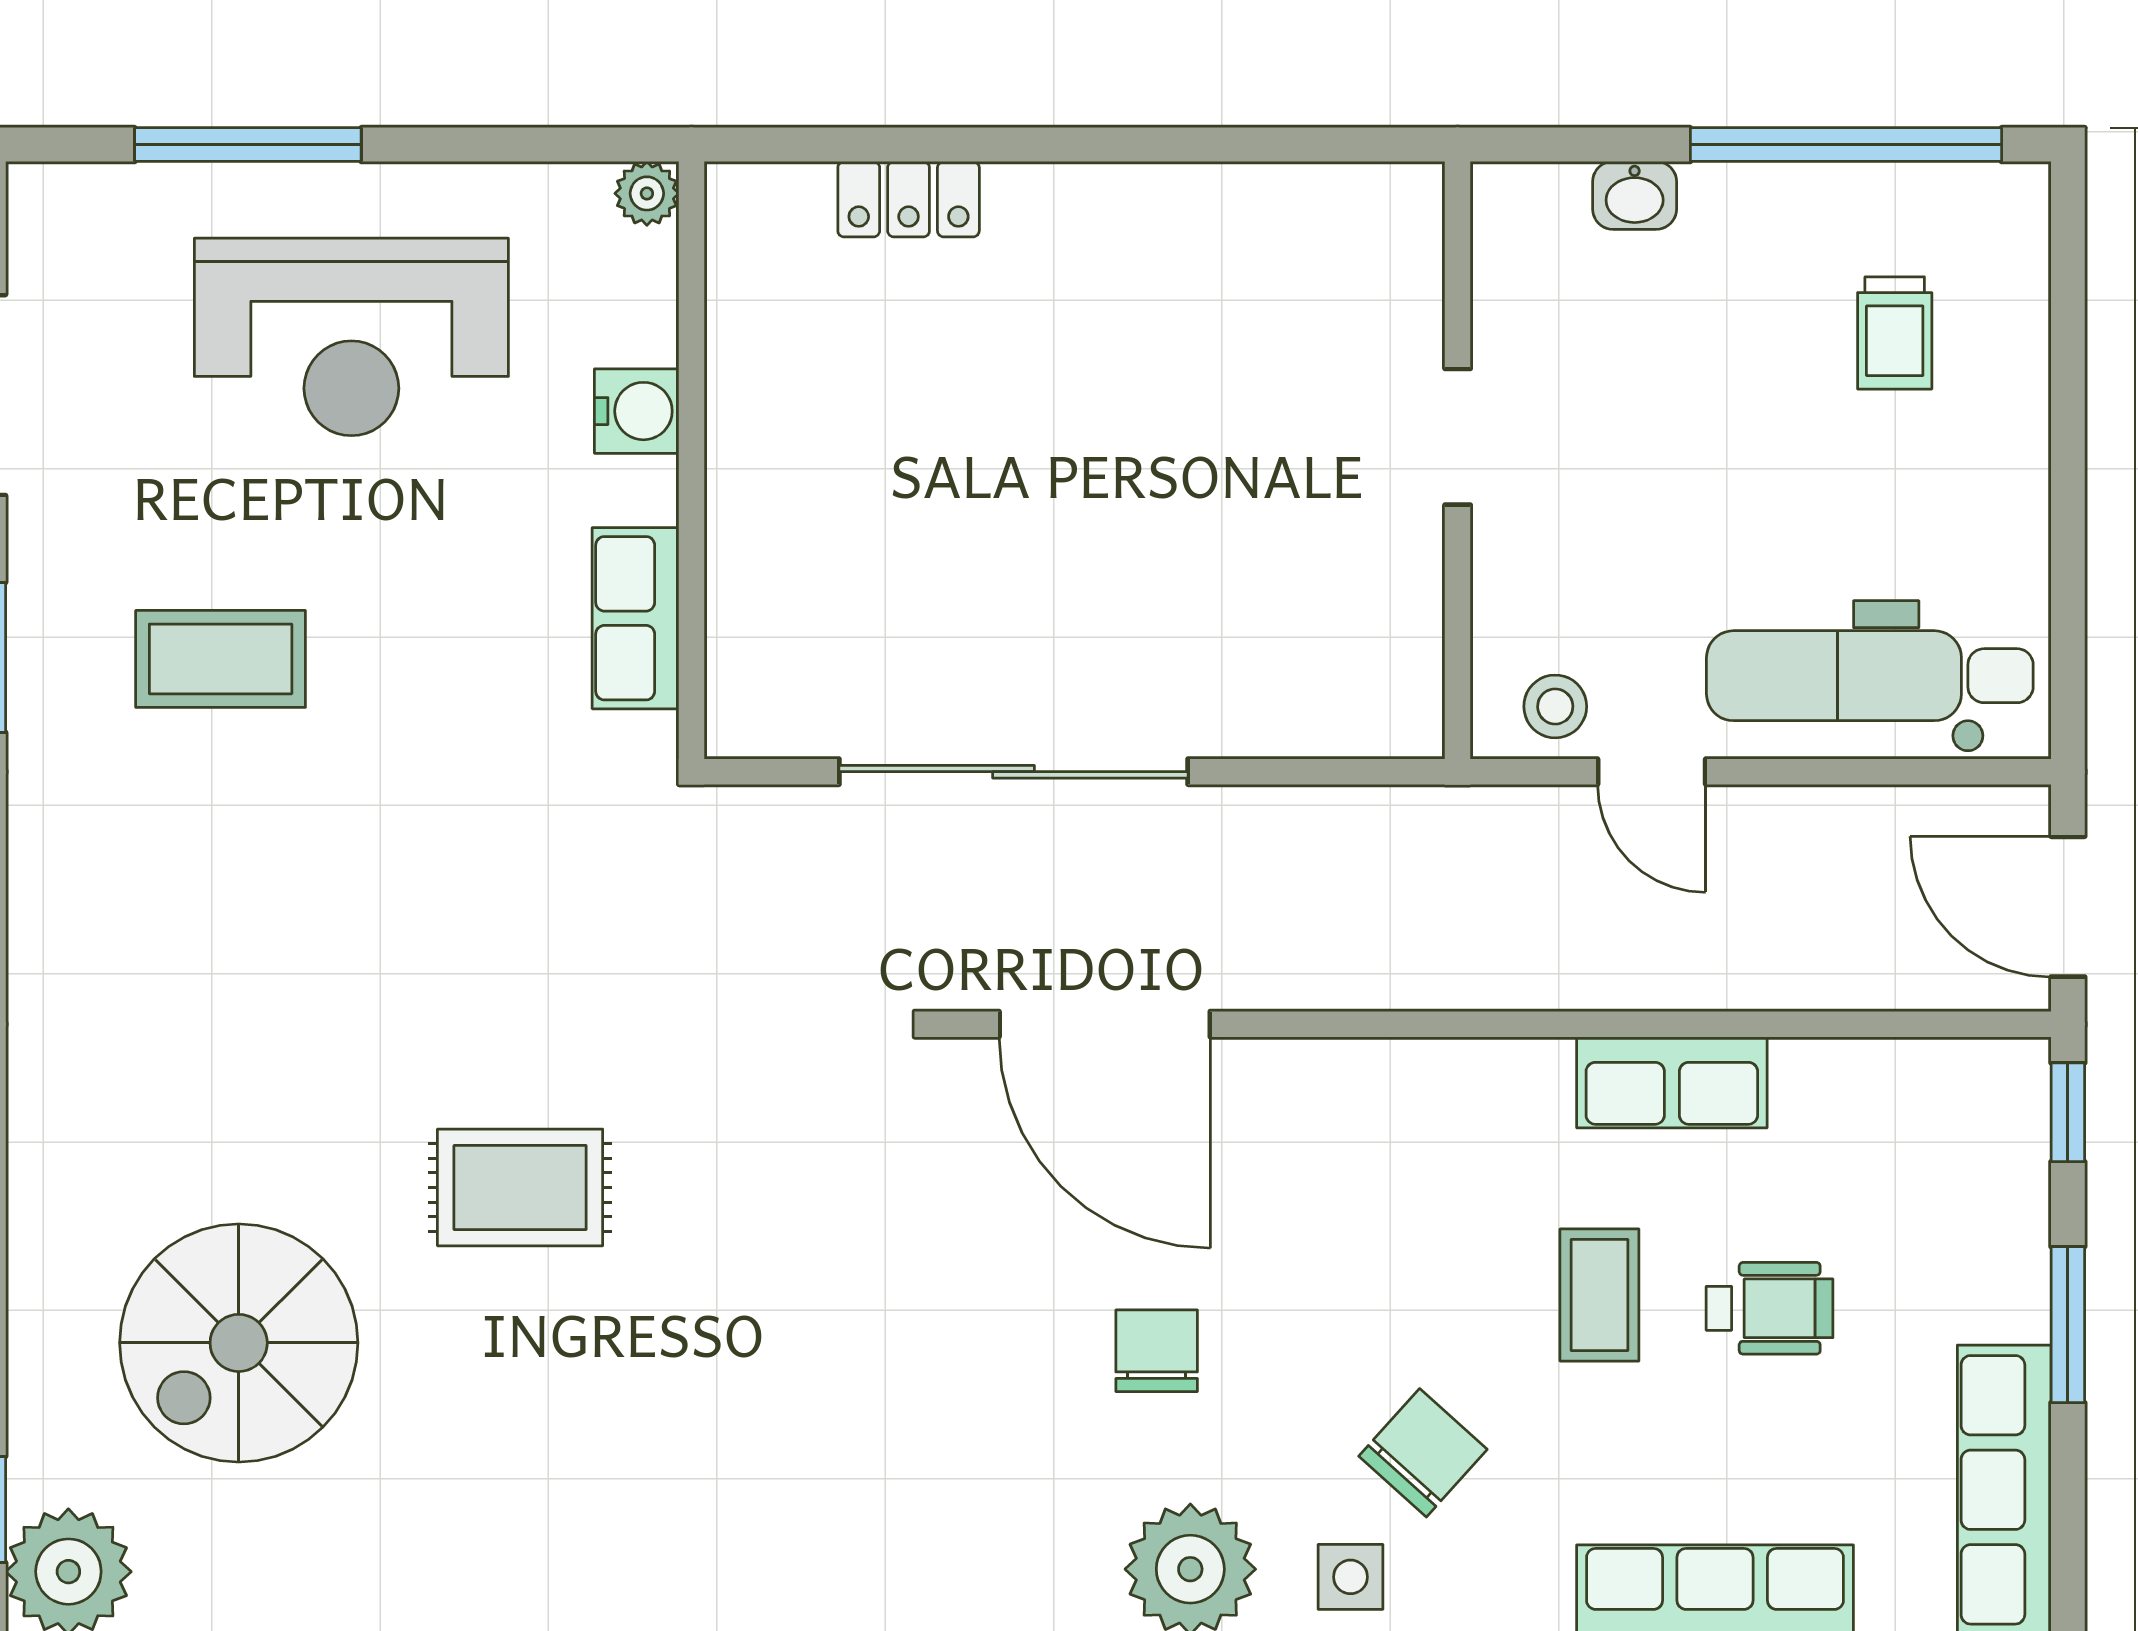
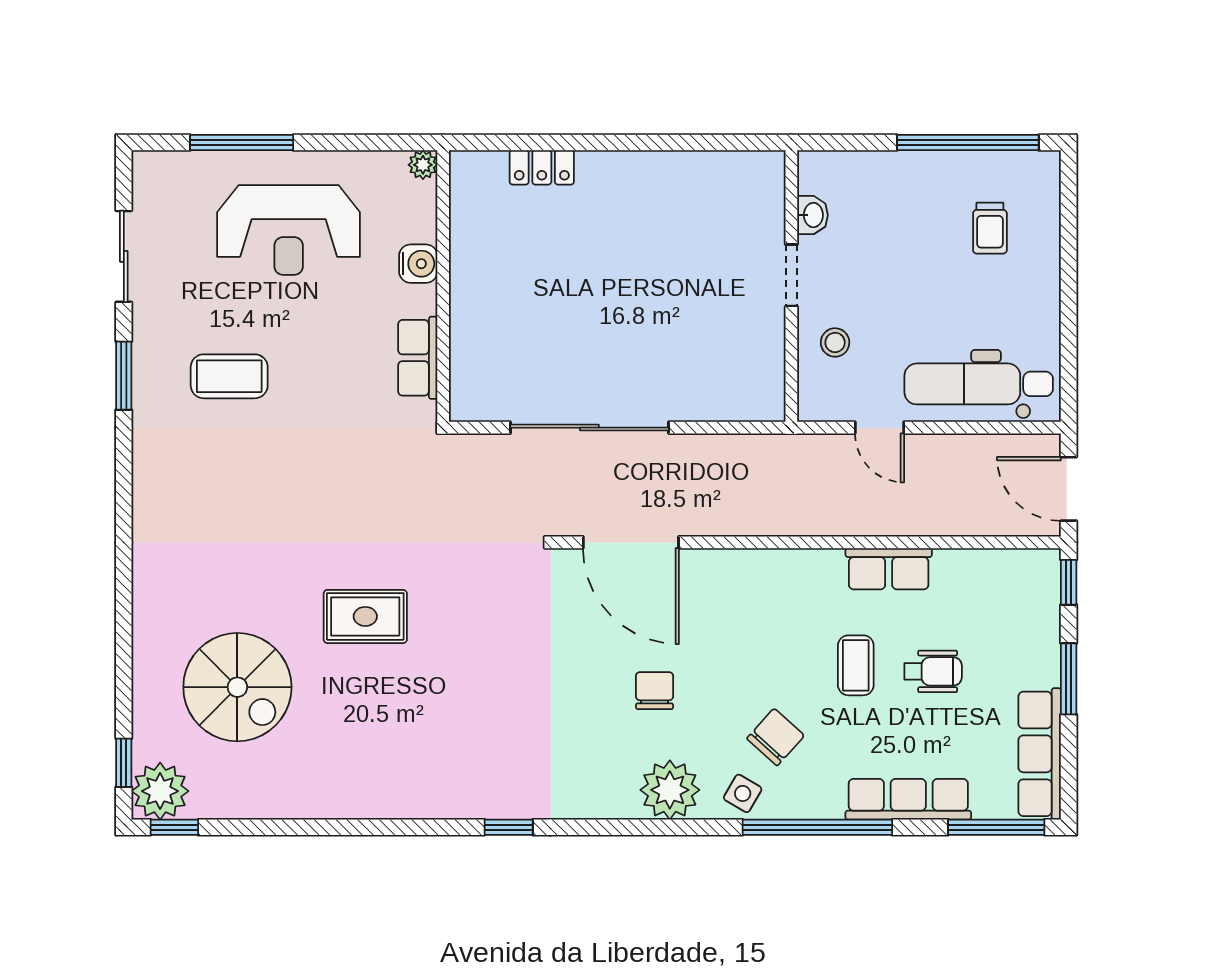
washbasin: (1635, 195) -> (812, 215), moved, turned -90
stool: (1555, 706) -> (835, 342), moved
spiral stairs: (239, 1343) -> (237, 687), turned -90
side table: (1351, 1577) -> (743, 793), turned 30

